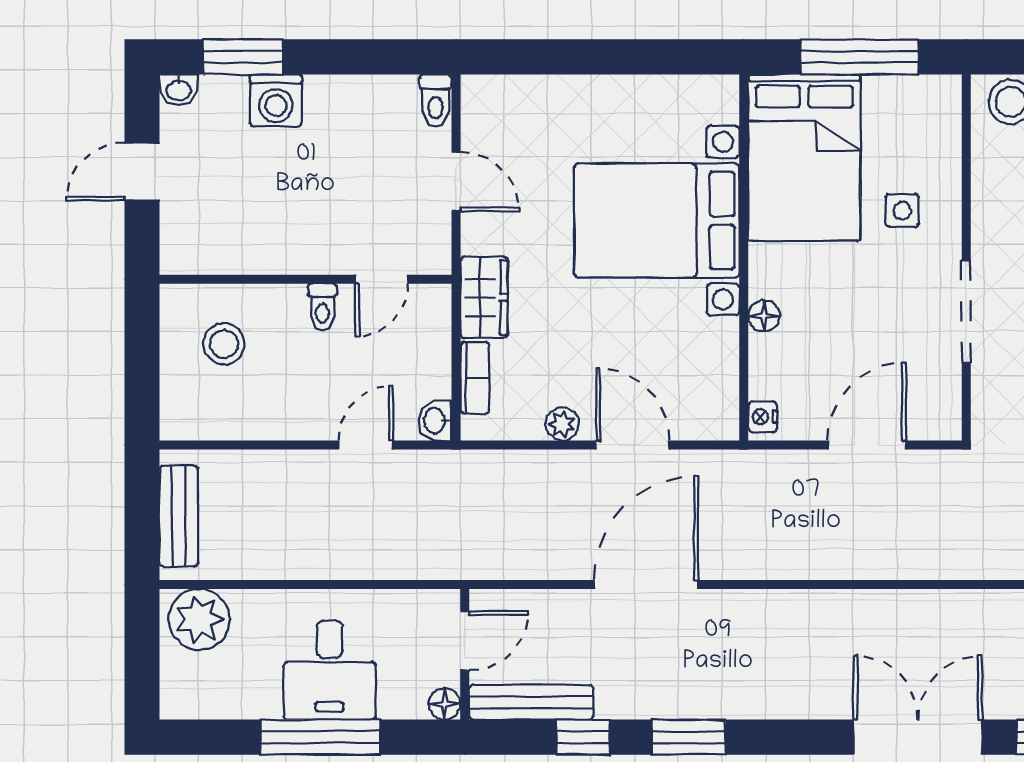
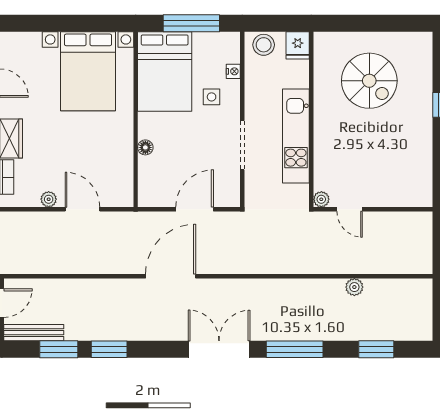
bed with nightstands: (657, 221) -> (88, 71), moved, turned -90
nightstand: (763, 417) -> (233, 71), moved, turned 180
door: (646, 585) -> (171, 276), moved
window: (583, 737) -> (59, 349), width x1.50

